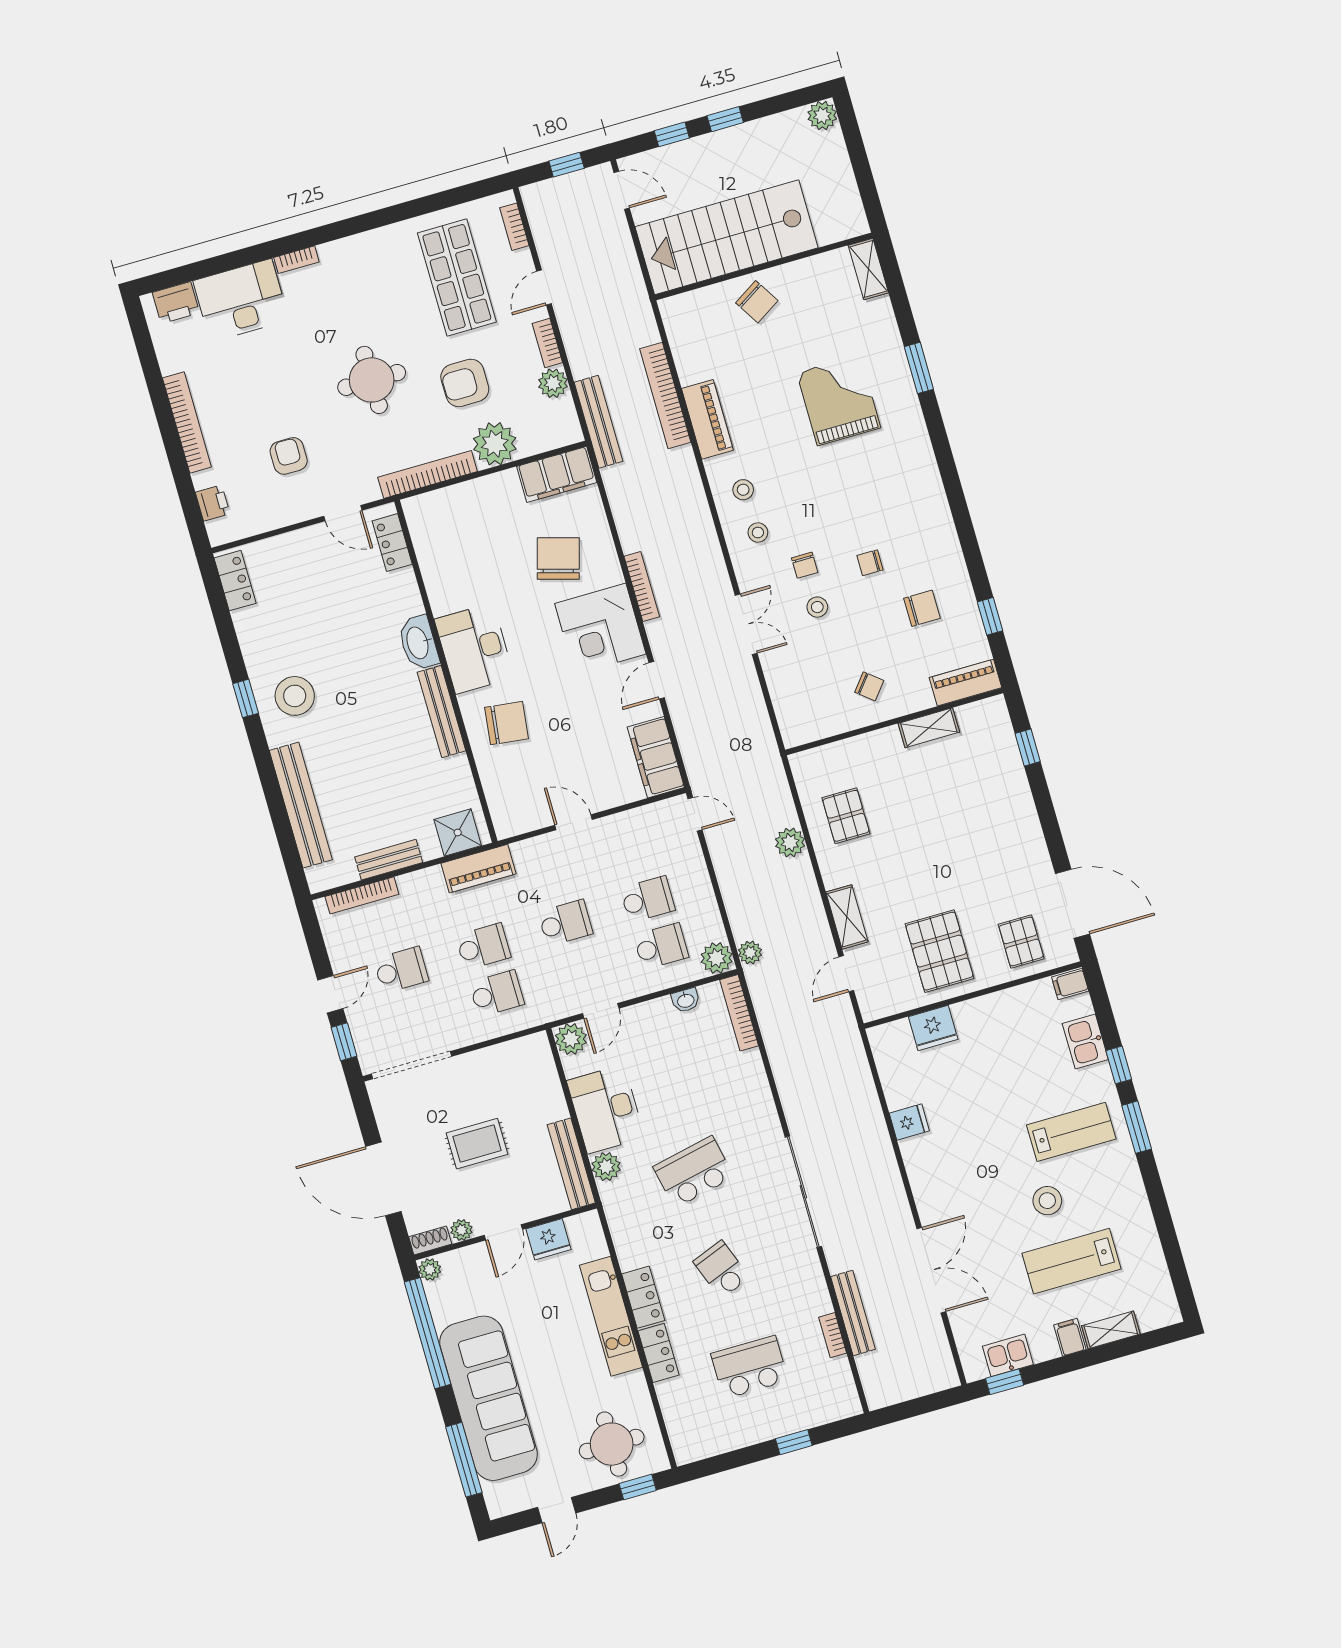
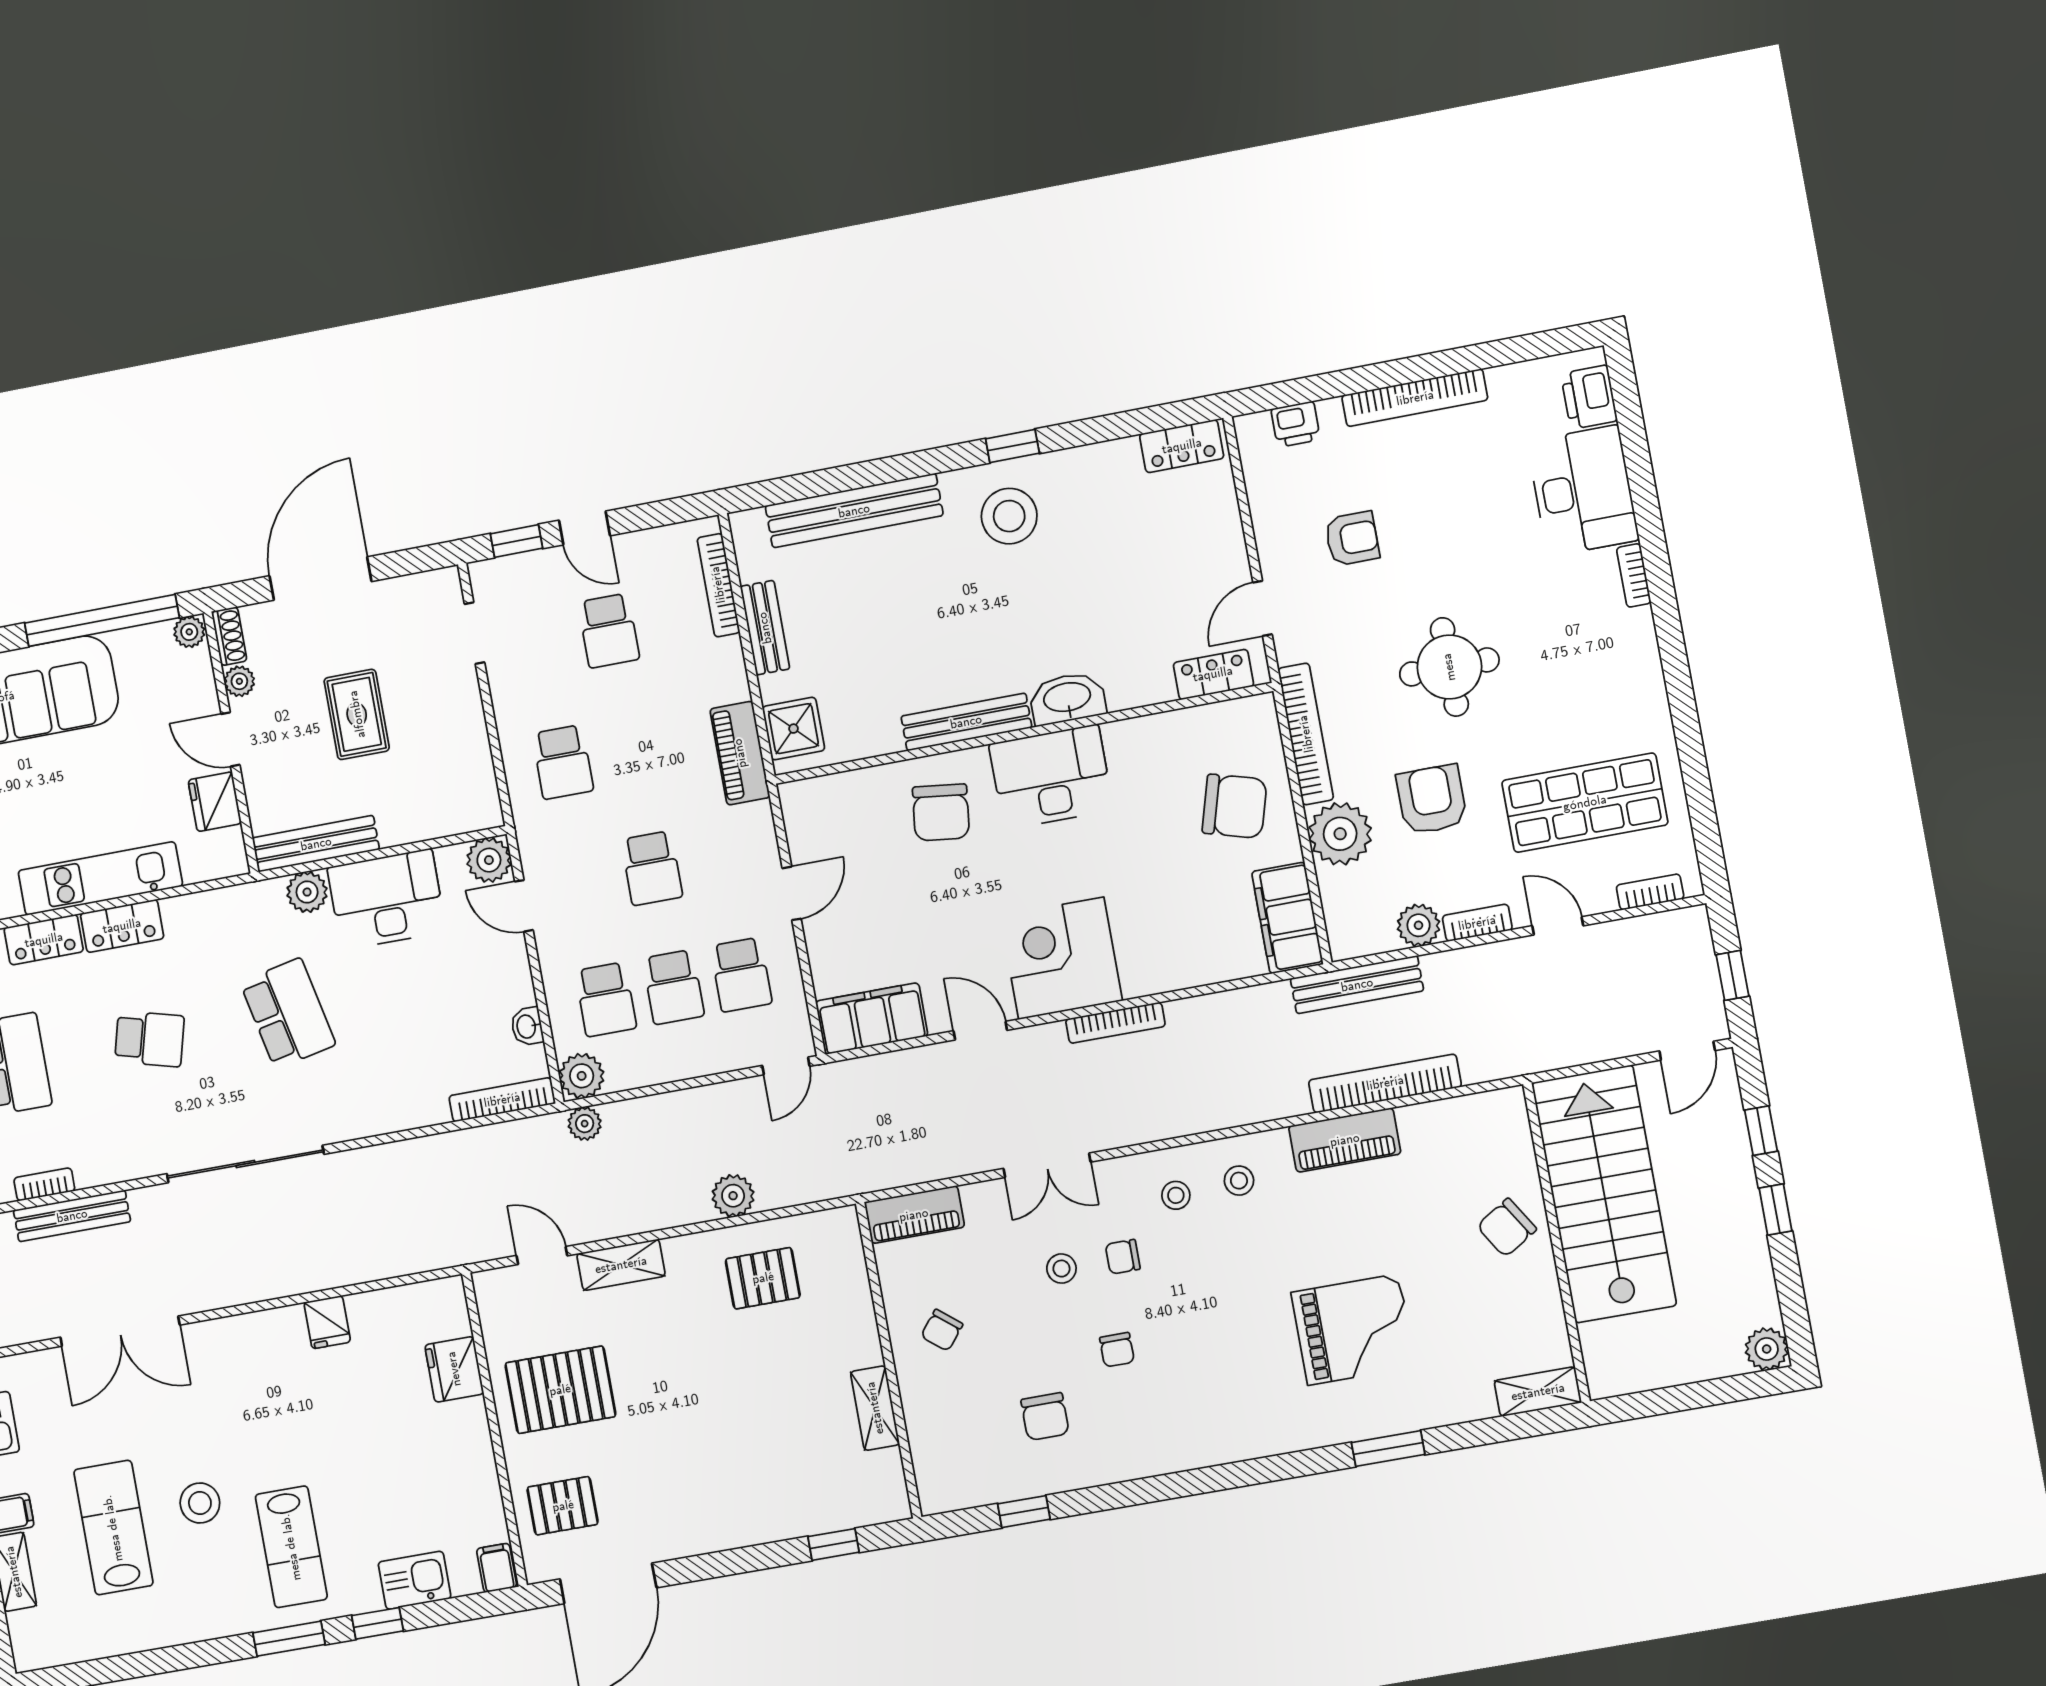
chair: (558, 559) -> (1235, 806), moved
chair: (870, 563) -> (1117, 1350), turned 180
piano: (965, 683) -> (914, 1215), moved, turned 90
school desk: (483, 946) -> (741, 975), moved
doorway: (412, 1065) -> (475, 633), width x0.53
school desk: (721, 1269) -> (149, 1039), turned 36

